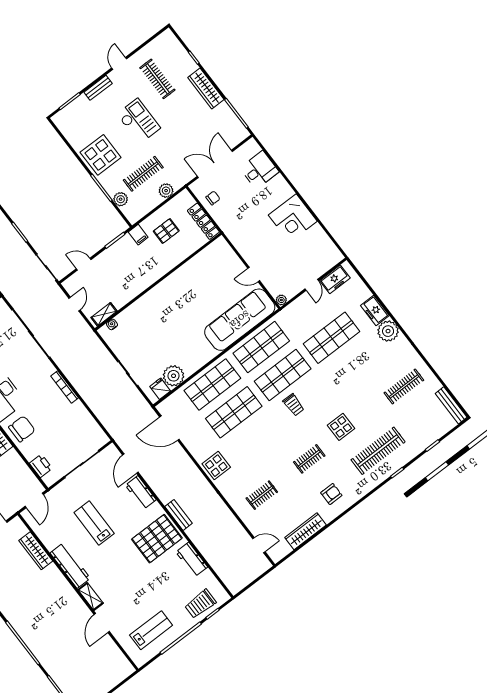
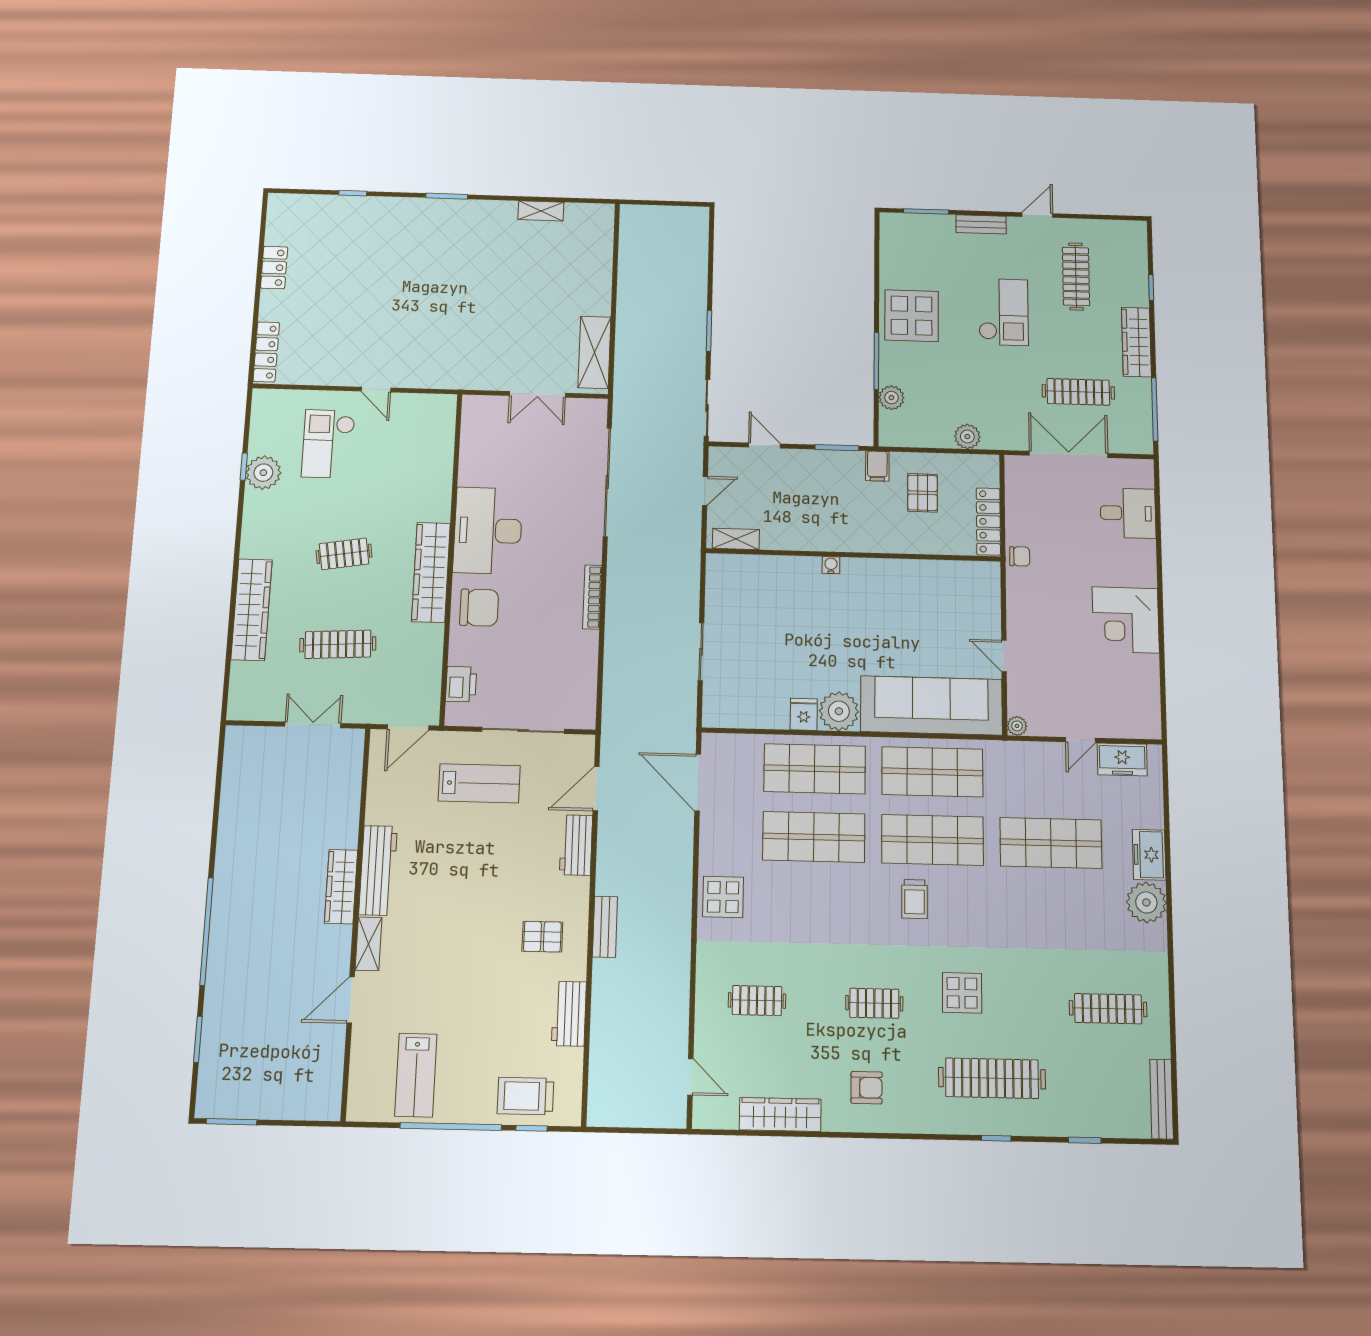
clothes rail: (143, 174) -> (1078, 392), moved
chair: (213, 198) -> (1020, 556), moved
pallet: (166, 231) -> (923, 493), turned 90
water cooler: (112, 324) -> (831, 565), moved
plant: (174, 376) -> (839, 711), moved
fridge: (160, 389) -> (804, 714), moved
lab bench: (94, 523) -> (479, 783), moved, turned 90
pallet: (157, 539) -> (542, 937), width x0.49, depth x0.50
wardrobe: (36, 551) -> (341, 887), moved
lab bench: (151, 630) -> (416, 1075), turned 90

